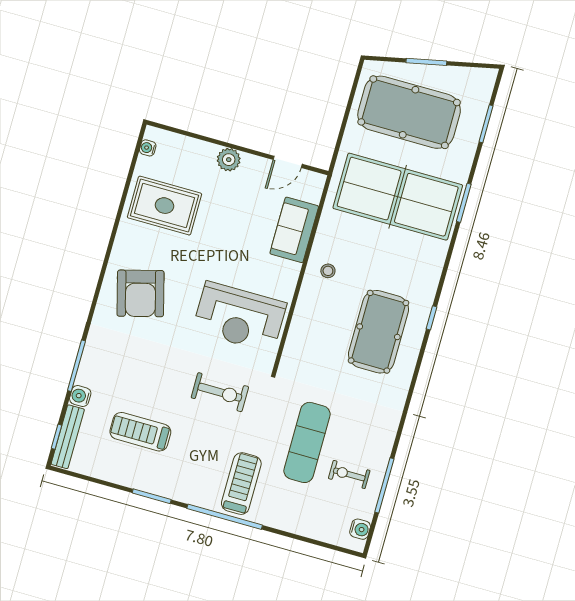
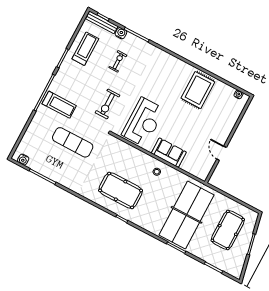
pool table: (409, 112) -> (228, 230), width x0.73, depth x0.76
plant: (229, 160) -> (224, 134), removed
door: (288, 162) -> (222, 153), moved
rug: (164, 206) -> (198, 90), moved
sofa: (294, 230) -> (169, 153), moved
armchair: (140, 293) -> (166, 75), removed
reception desk: (239, 317) -> (143, 122), turned 180
treadmill: (140, 432) -> (85, 49), moved
exercise bike: (349, 474) -> (118, 61), moved

